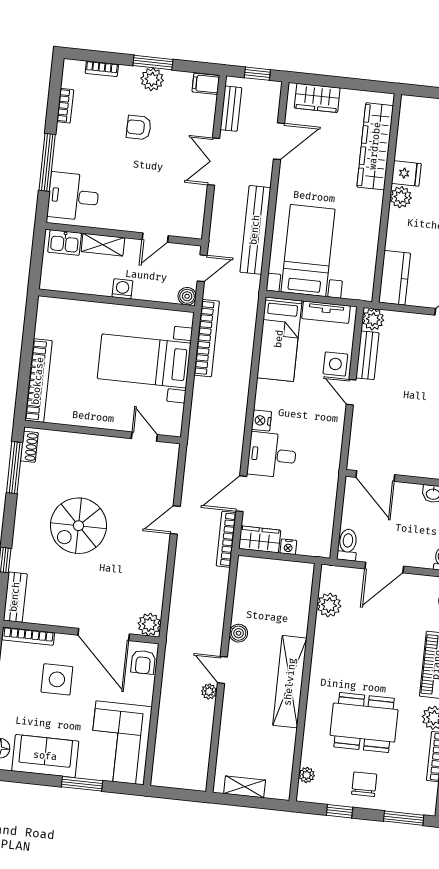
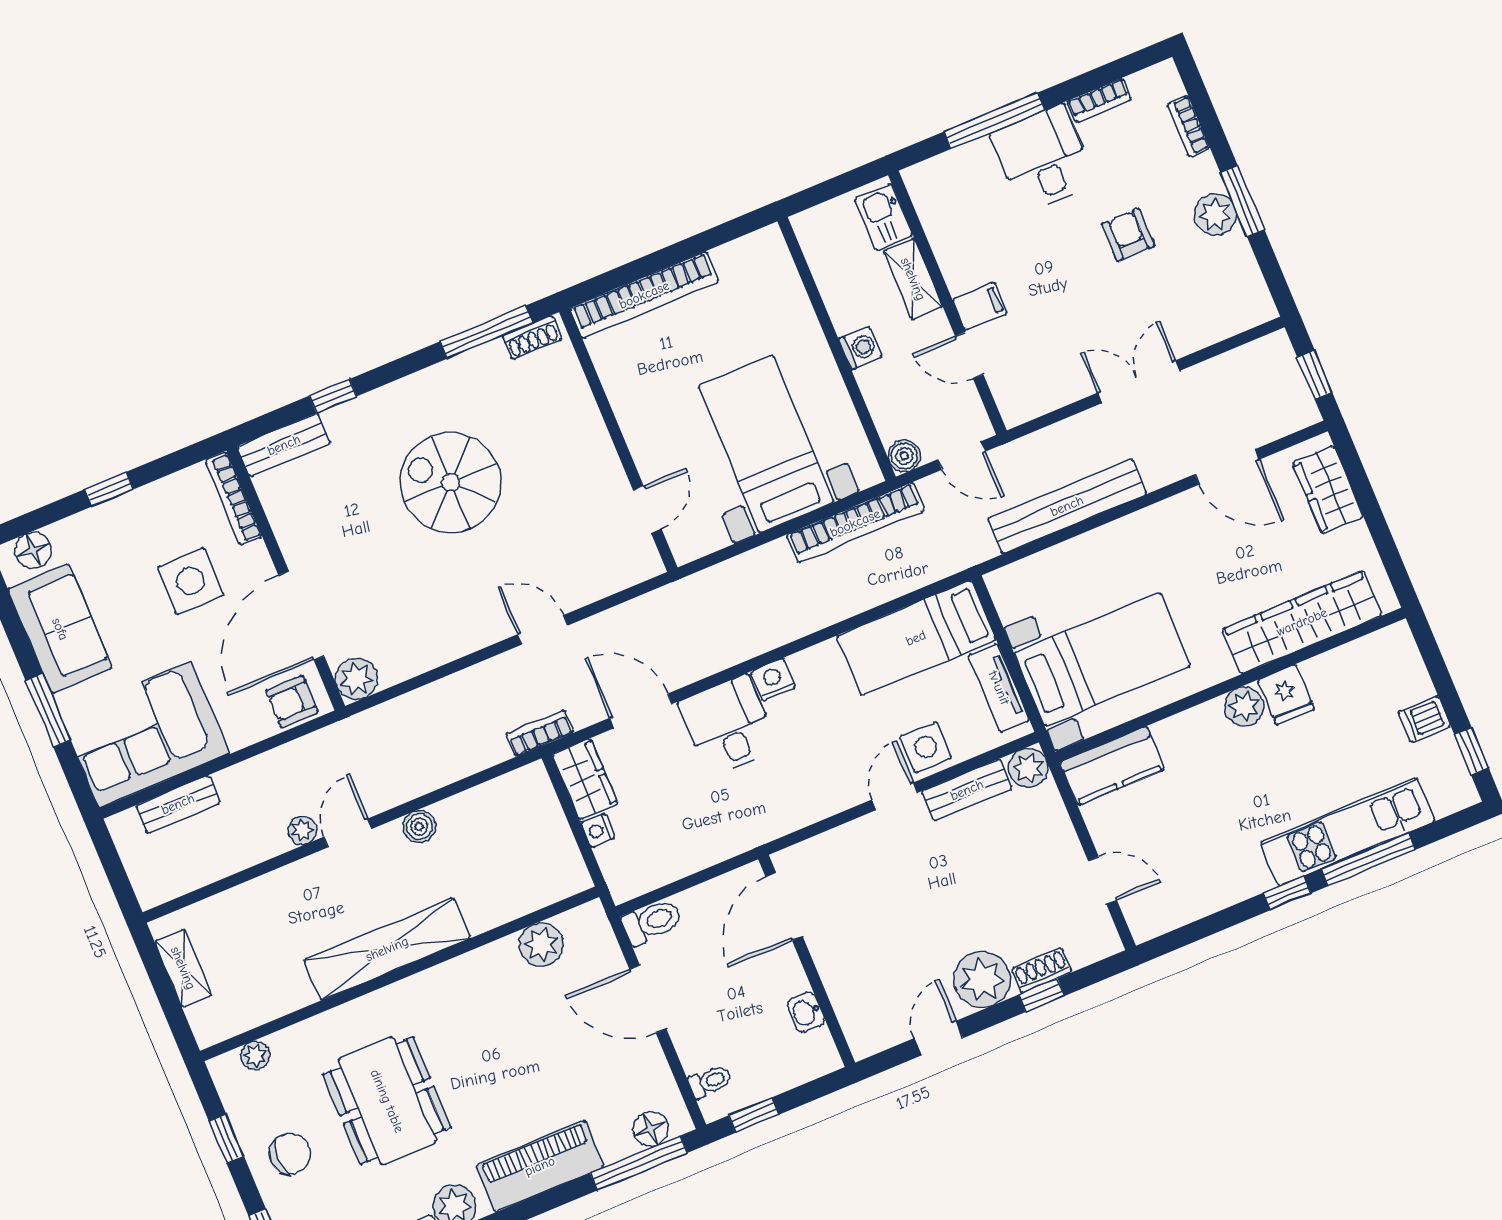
filing cabinet: (206, 84) -> (980, 306), moved, turned 90
bench: (231, 109) -> (178, 804), moved
desk: (73, 196) -> (1043, 158), moved
bed with nightstands: (308, 251) -> (1102, 659), moved
bookcase: (226, 539) -> (540, 733), width x0.64

